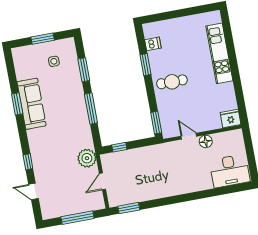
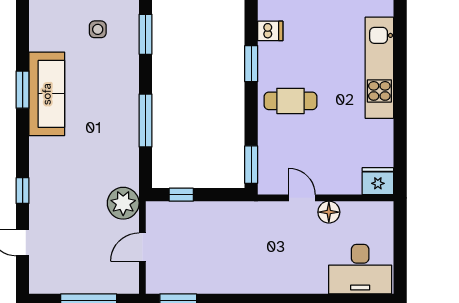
window: (84, 70) -> (146, 34), moved

